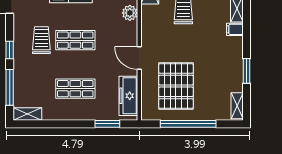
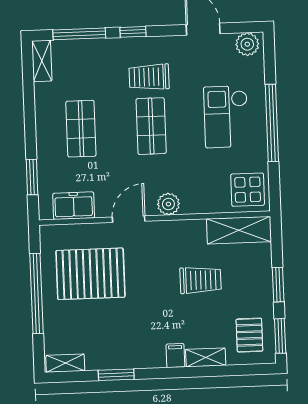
plant: (130, 13) -> (168, 204), moved
trolley: (41, 40) -> (149, 77), turned 180
freezer: (128, 96) -> (74, 206), width x0.71

